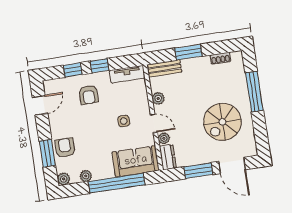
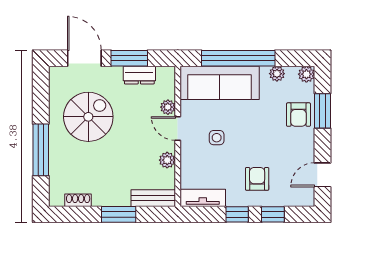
dresser: (168, 157) -> (139, 75), moved, turned -90
sofa: (136, 161) -> (220, 83), width x1.36

